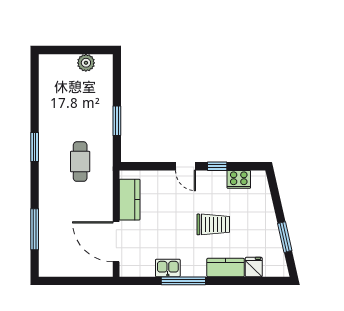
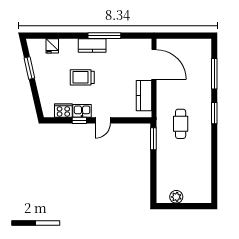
window: (117, 121) -> (153, 139), moved
window: (35, 147) -> (214, 113), moved
door: (186, 166) -> (103, 120), swing flipped
kitchen sink: (168, 268) -> (82, 111), moved, turned 180
kitchen counter: (226, 268) -> (92, 45), moved

